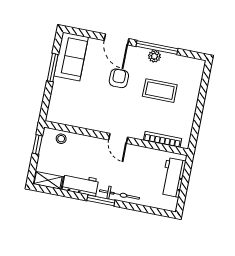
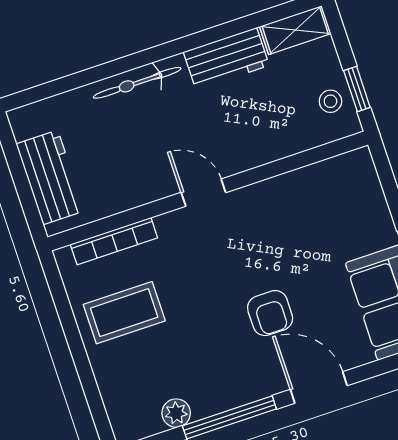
plant: (154, 56) -> (176, 413), moved
coffee table: (160, 91) -> (124, 313), moved
stool: (61, 139) -> (330, 101), moved
window: (101, 200) -> (167, 50), removed

